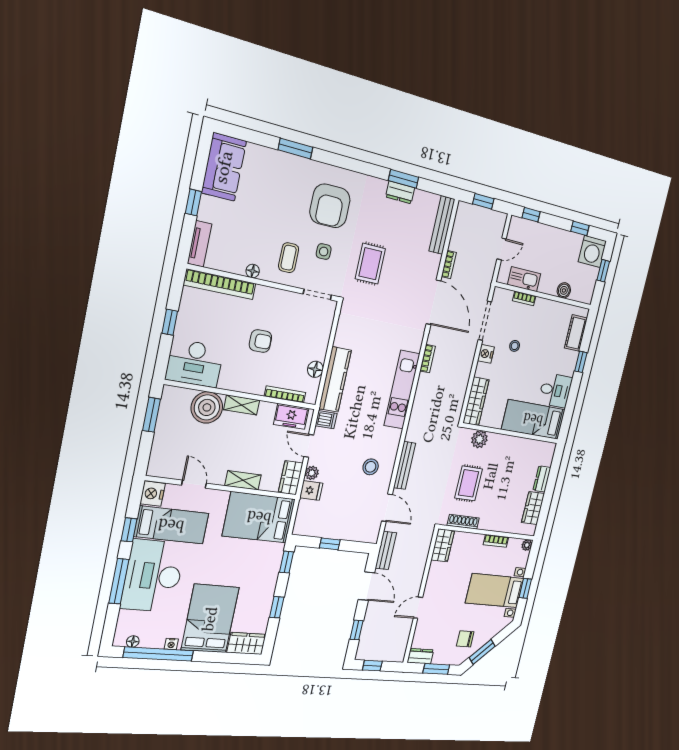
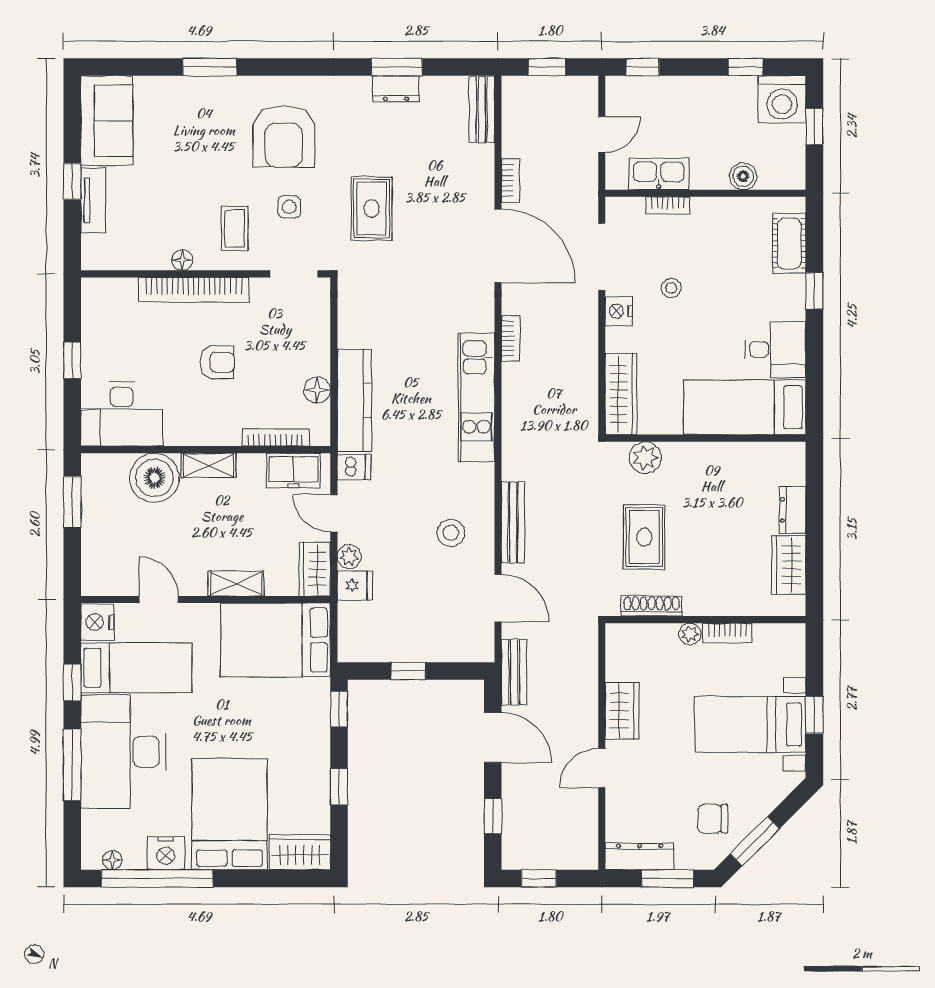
bench: (442, 225) -> (482, 109), width x0.73
tv unit: (199, 244) -> (93, 200), moved
bookcase: (220, 284) -> (194, 290), moved
wardrobe: (443, 545) -> (622, 711), moved
plant: (527, 545) -> (690, 634), moved
nightstand: (171, 644) -> (166, 853), width x1.89, depth x1.79
dresser: (420, 656) -> (640, 856), width x1.44

